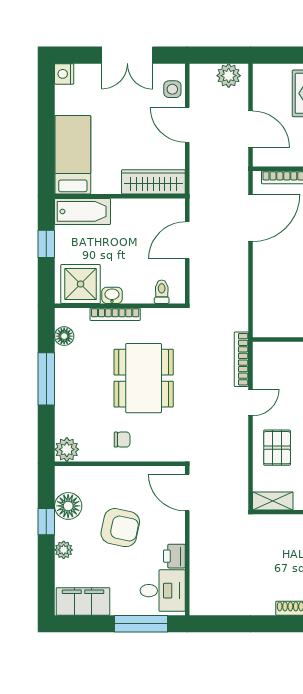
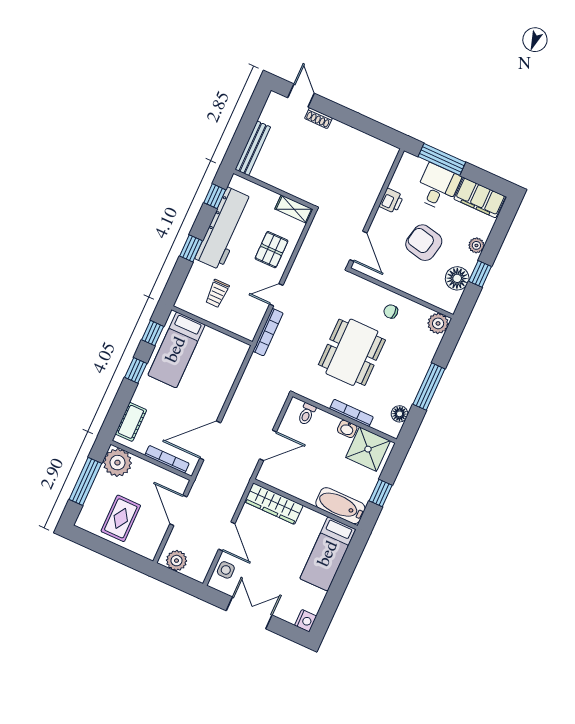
desk: (163, 591) -> (438, 187), moved, turned 90

